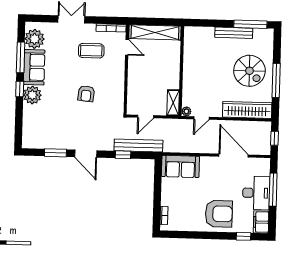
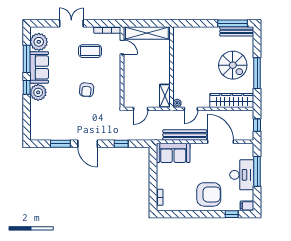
bench: (234, 33) -> (237, 31), moved
bench: (138, 145) -> (185, 135), moved
filing cabinet: (261, 222) -> (247, 206), width x0.50

